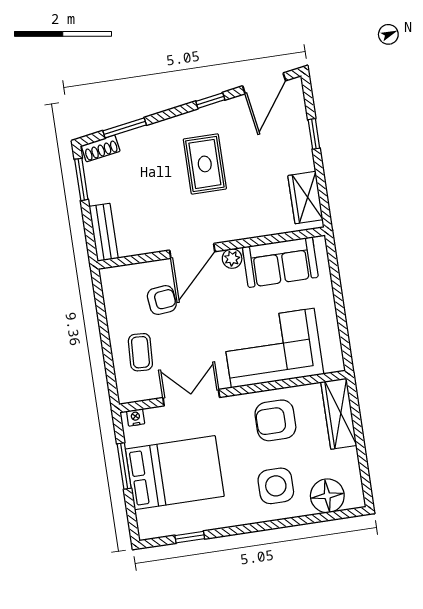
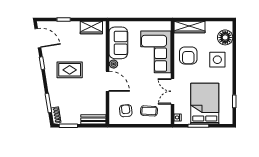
armchair: (162, 300) -> (126, 111), moved

